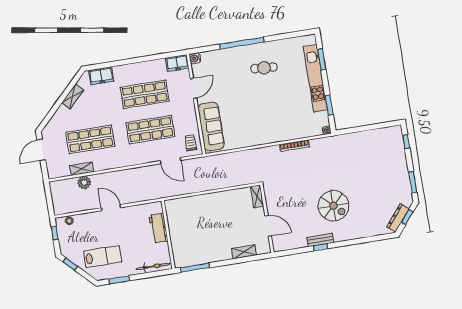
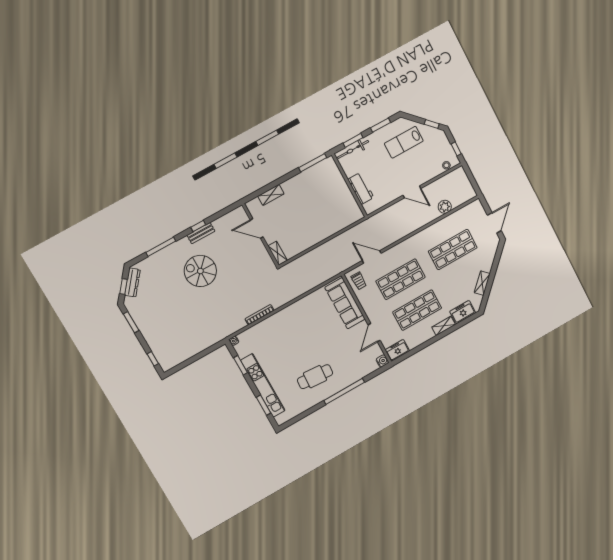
cafe table: (264, 68) -> (315, 377), width x1.37, depth x1.35
shelving: (82, 169) -> (444, 326), moved
window: (361, 241) -> (161, 247), added
window: (150, 275) -> (353, 140), added

